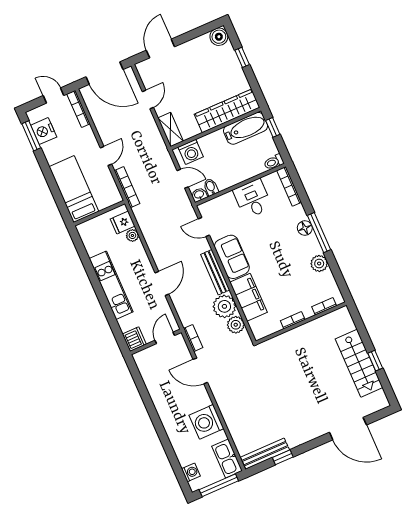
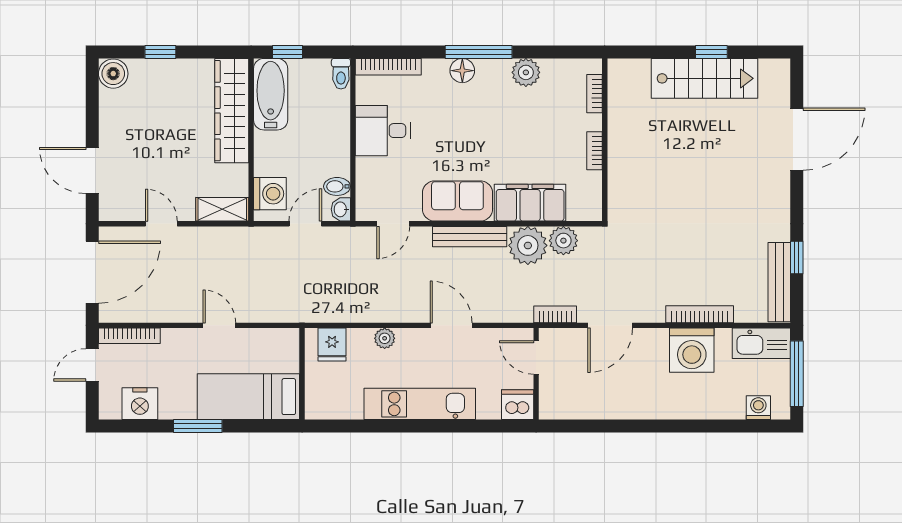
window: (31, 136) -> (198, 426), moved
bookcase: (127, 187) -> (700, 314), moved
plant: (132, 235) -> (385, 338), moved

